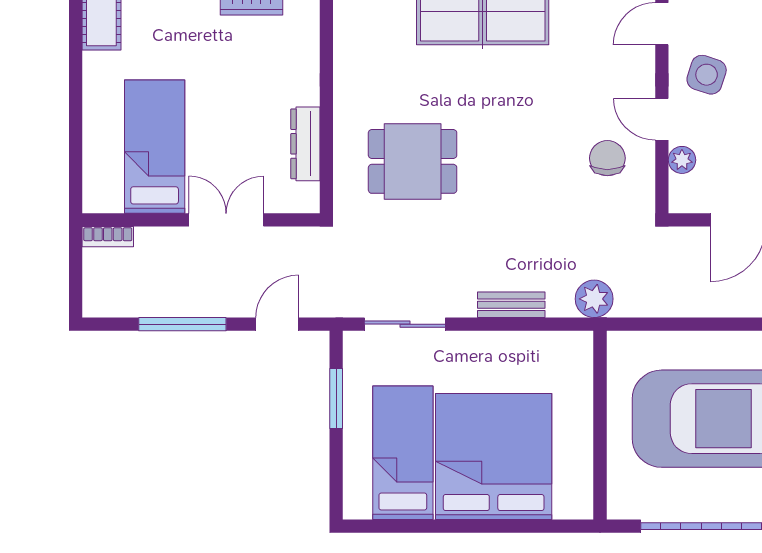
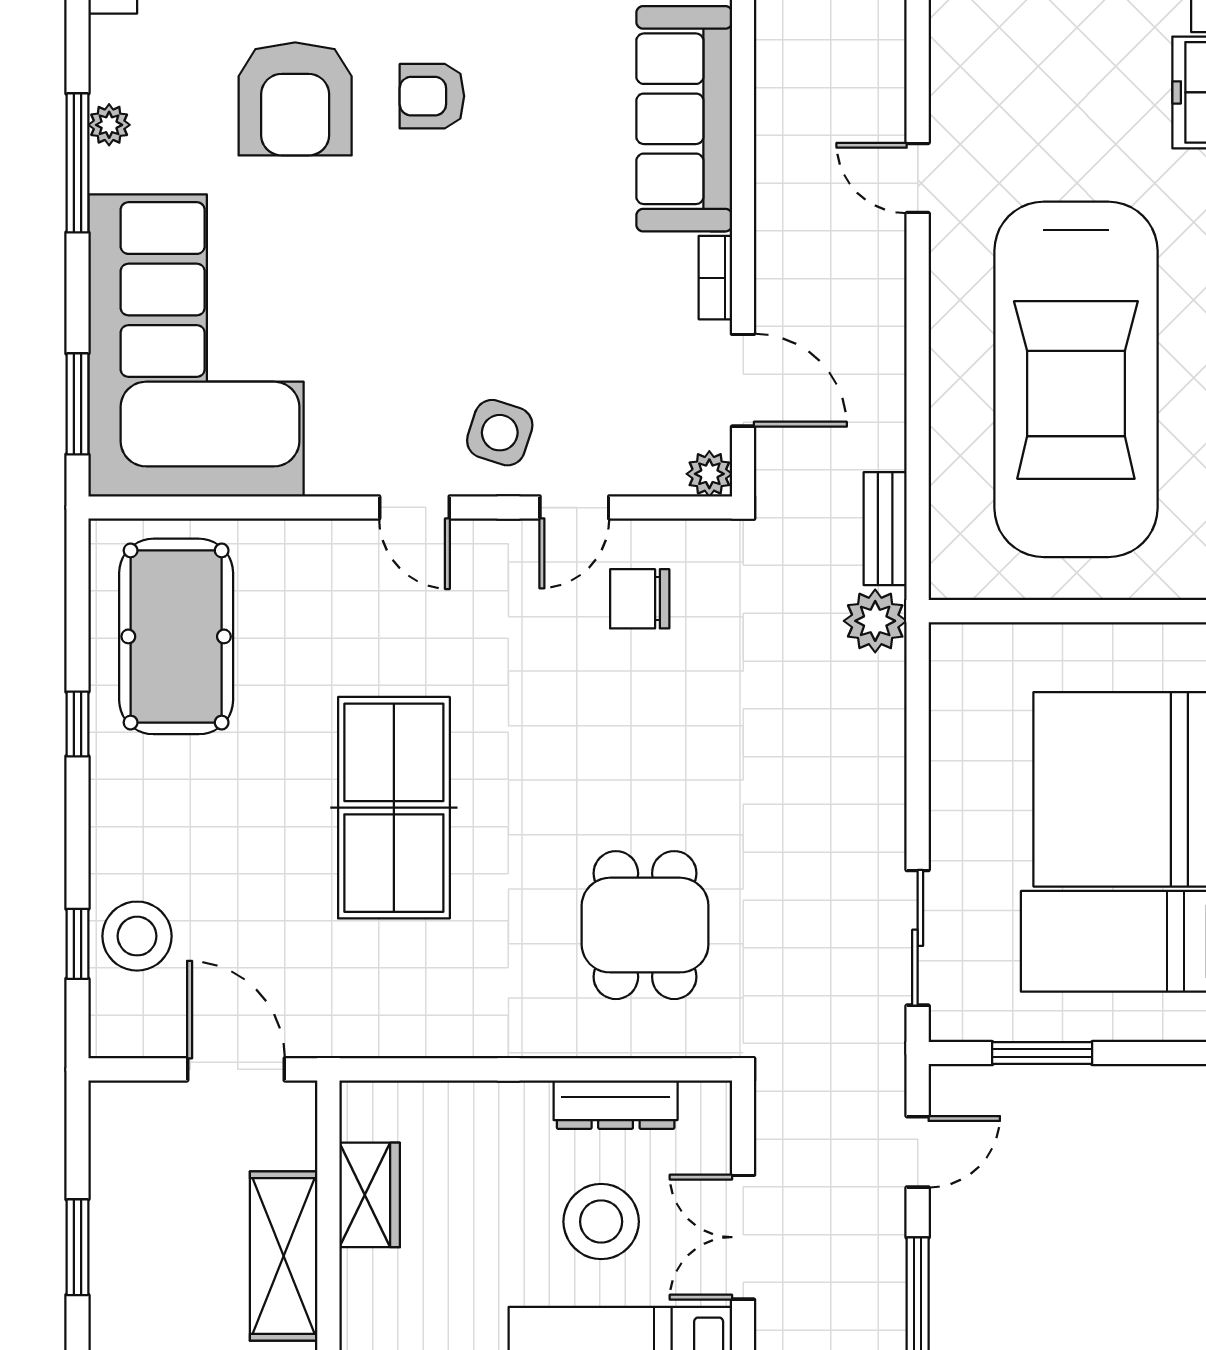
stool: (236, 135) -> (601, 1222), added
plant: (682, 160) -> (709, 474), moved
bench: (511, 305) -> (885, 529), moved
door: (277, 324) -> (918, 1152), swing flipped

